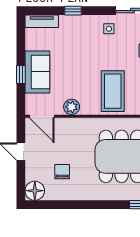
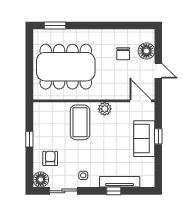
tv unit: (42, 21) -> (120, 182), moved, width x1.41
plant: (72, 107) -> (105, 109), moved
floor lamp: (35, 191) -> (146, 51), moved

